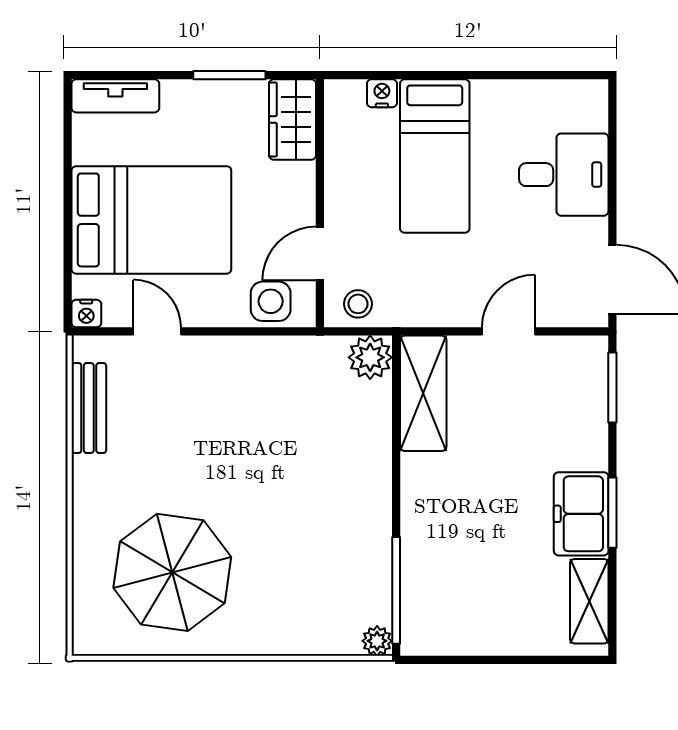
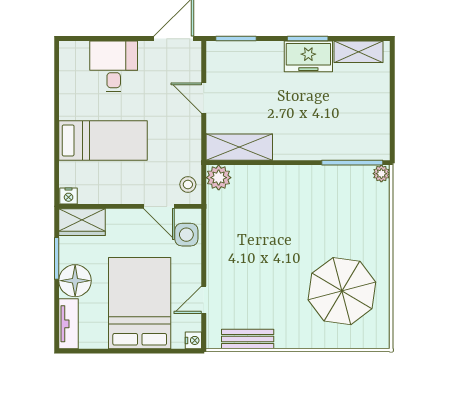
nightstand: (382, 93) -> (69, 196), moved, turned -90
floor lamp: (190, 107) -> (75, 281), added

